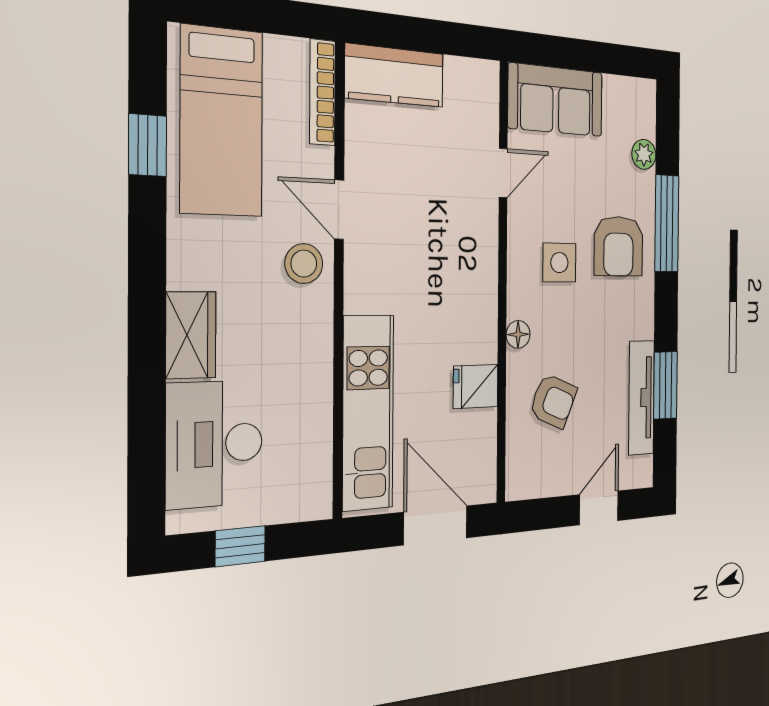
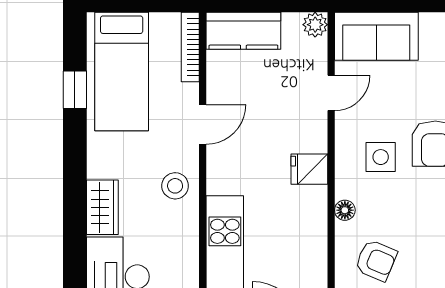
plant: (485, 76) -> (315, 25), added
door: (339, 210) -> (203, 124), swing flipped
stool: (304, 264) -> (175, 186), moved
fridge: (476, 386) -> (309, 169), moved

